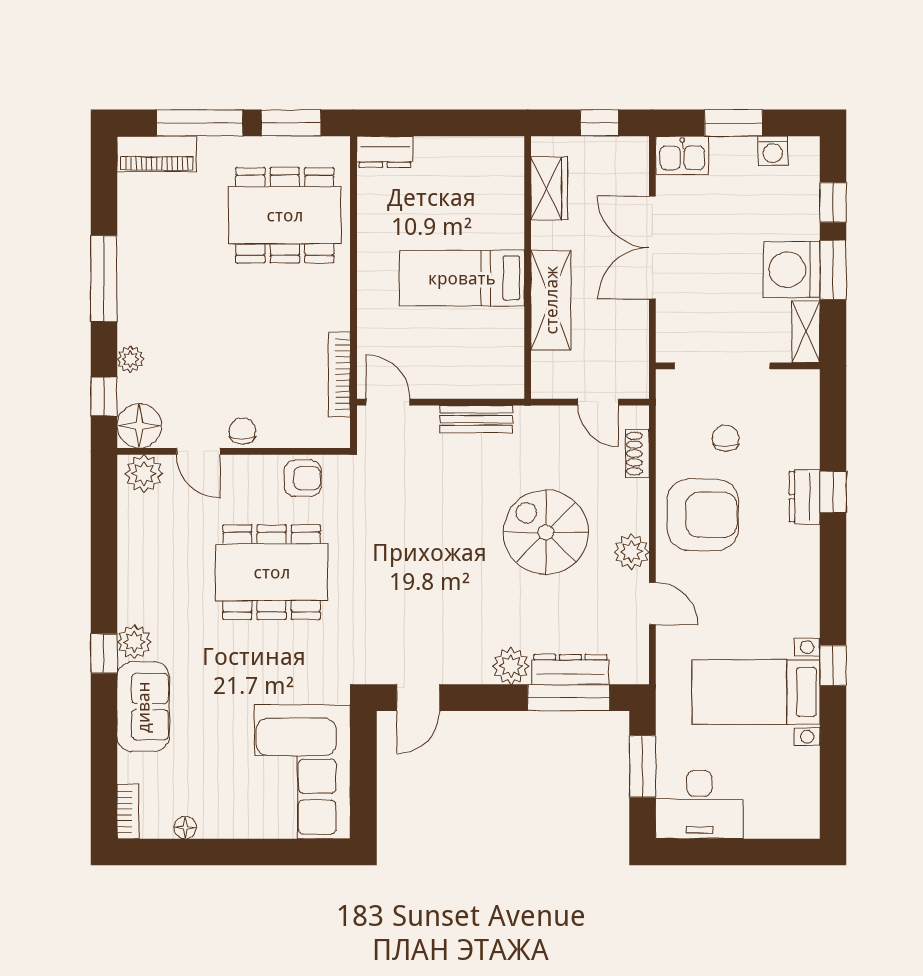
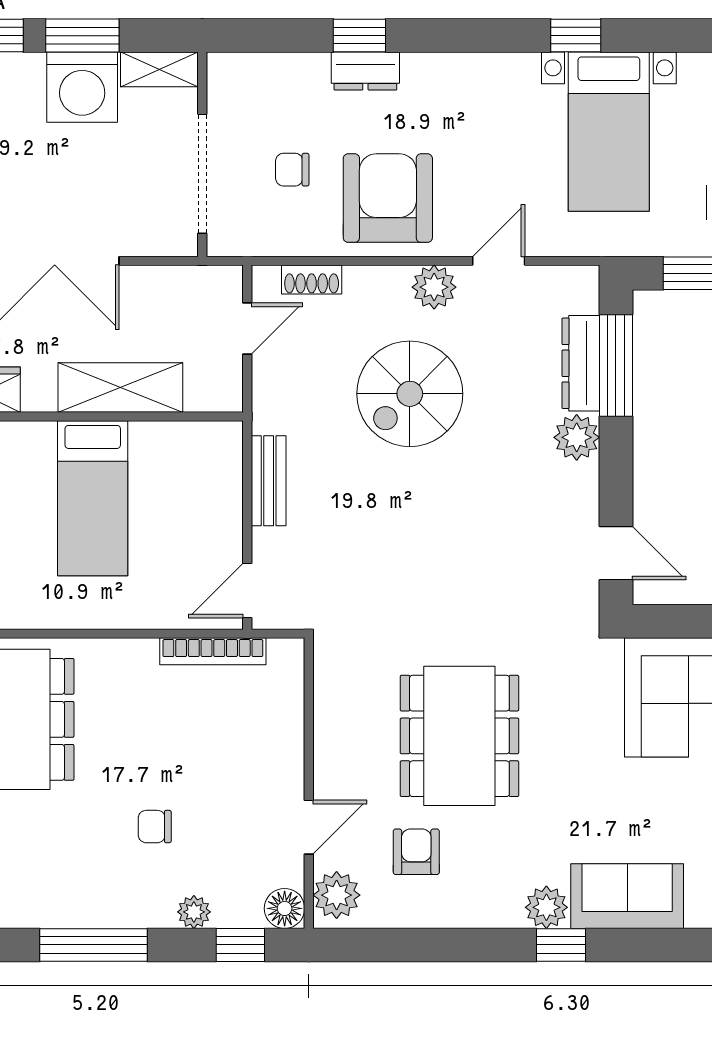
floor lamp: (139, 426) -> (285, 908), width x0.73, depth x0.73
chair: (242, 431) -> (155, 827), moved
armchair: (303, 478) -> (416, 852), moved

